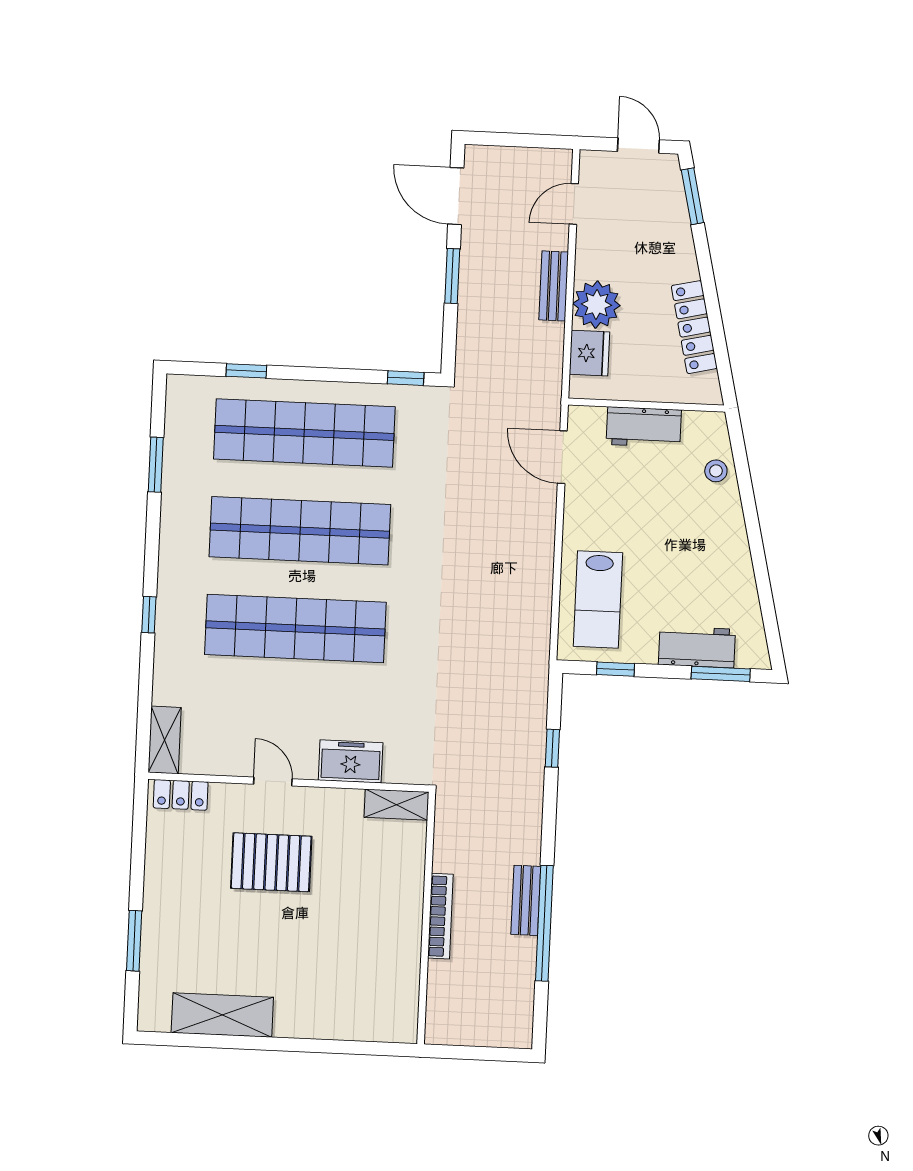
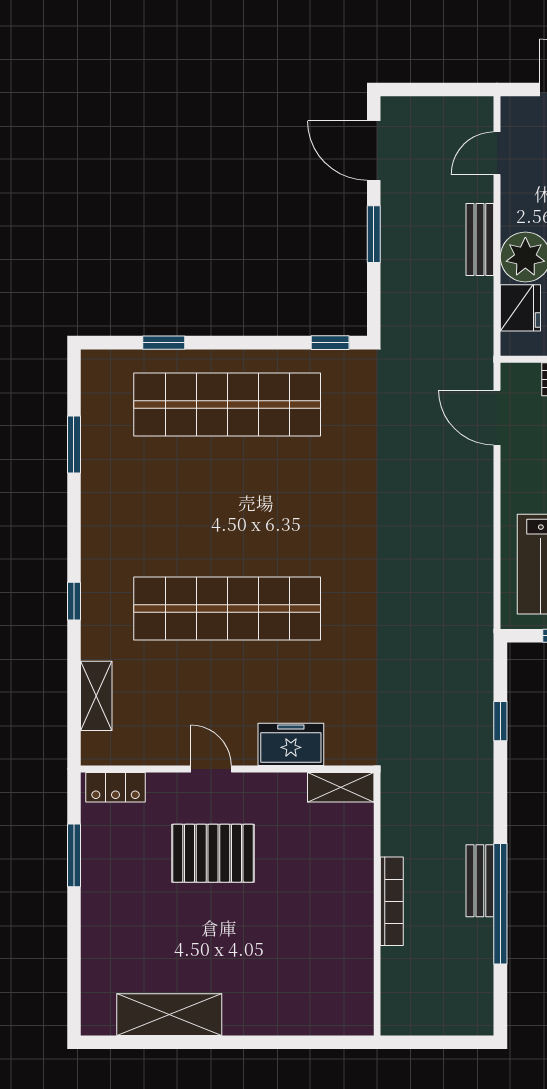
shop shelf: (300, 531) -> (227, 506), removed
shelving: (165, 740) -> (96, 696), moved
window: (134, 941) -> (74, 855), moved

